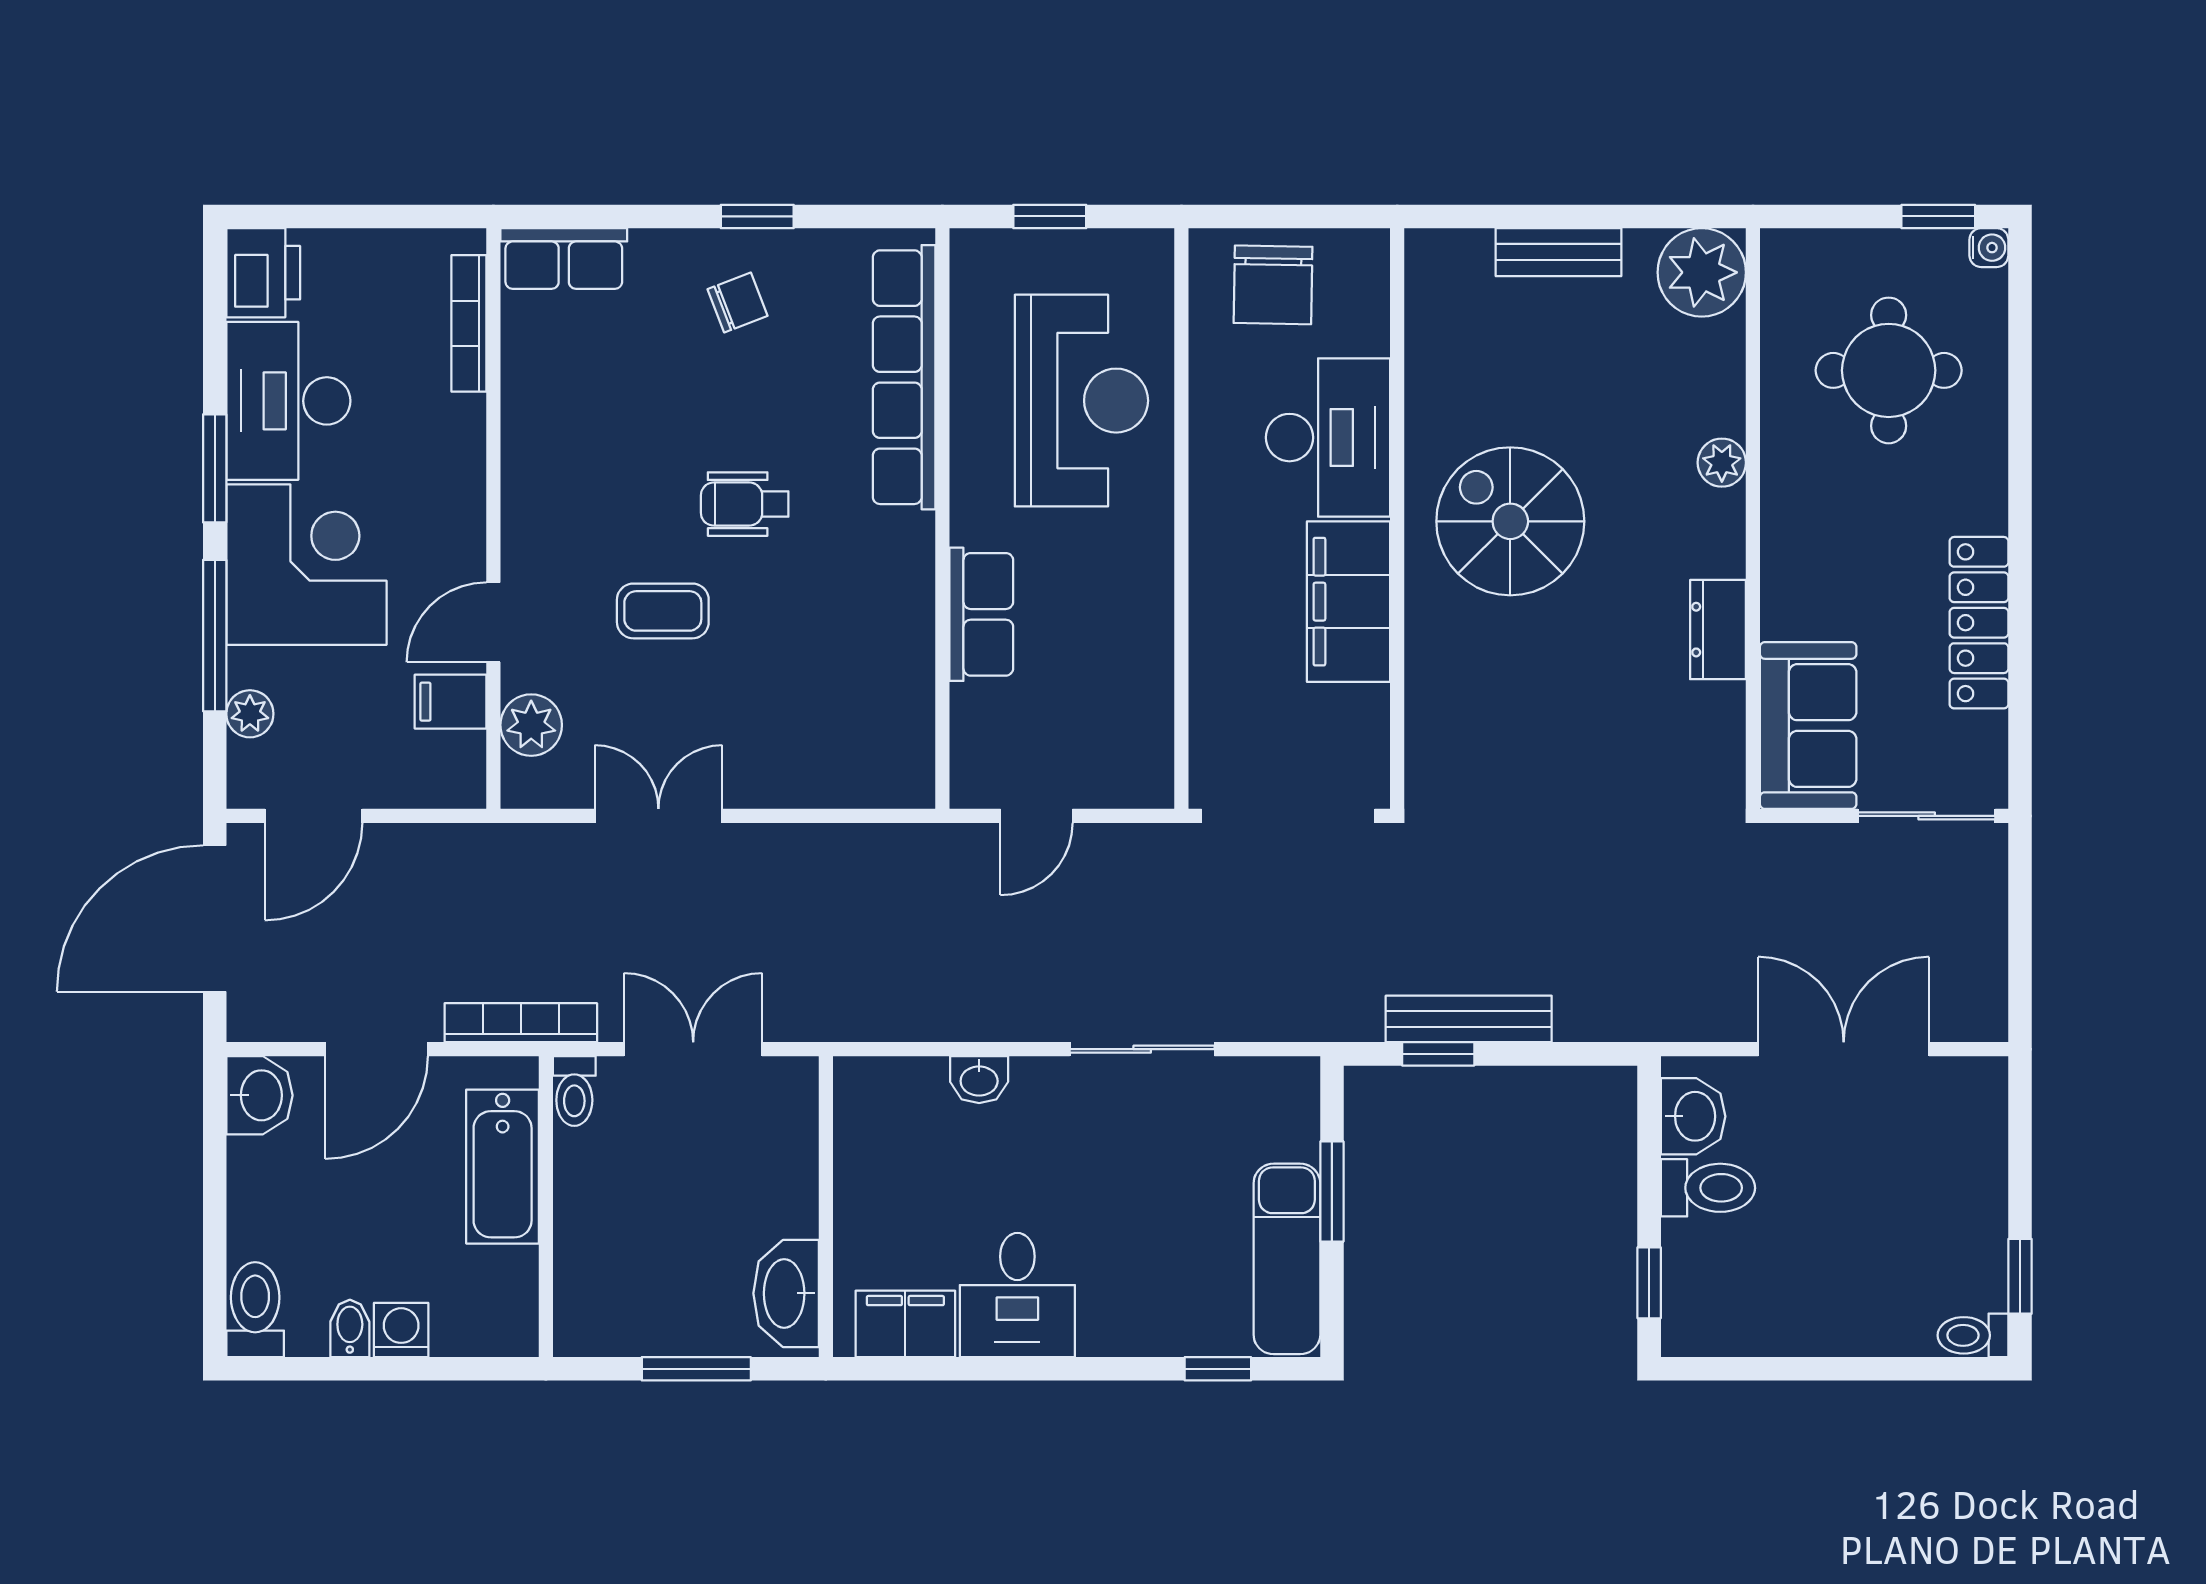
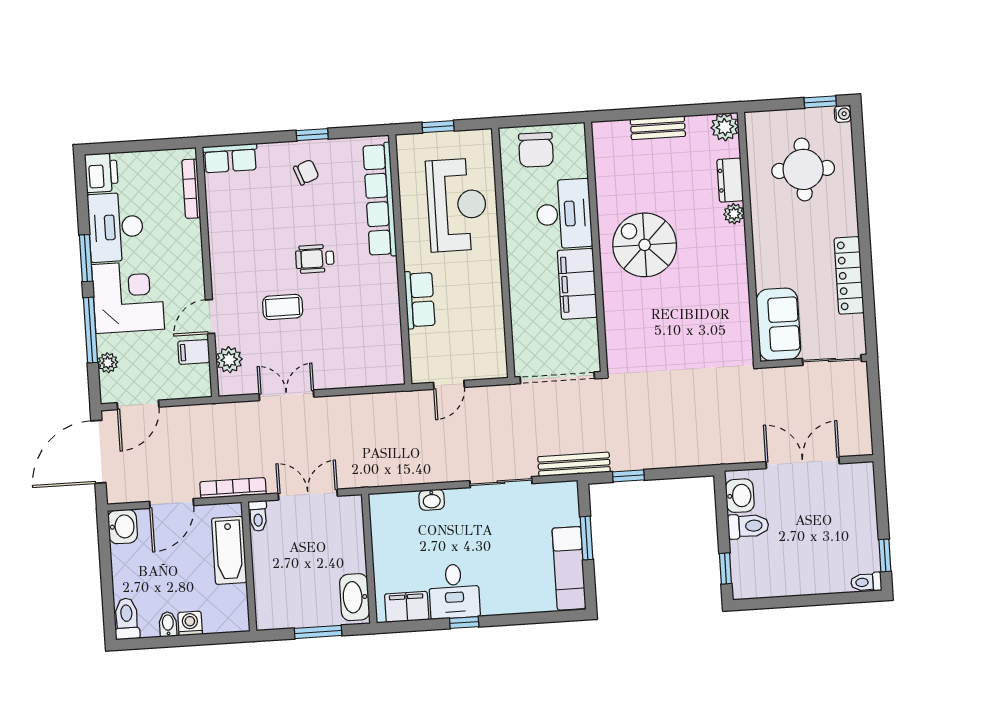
plant: (1702, 272) -> (725, 127), width x0.73, depth x0.73
dresser: (1718, 630) -> (730, 180), moved
bench: (1469, 1019) -> (574, 464), moved
window: (1218, 1369) -> (464, 623), moved

